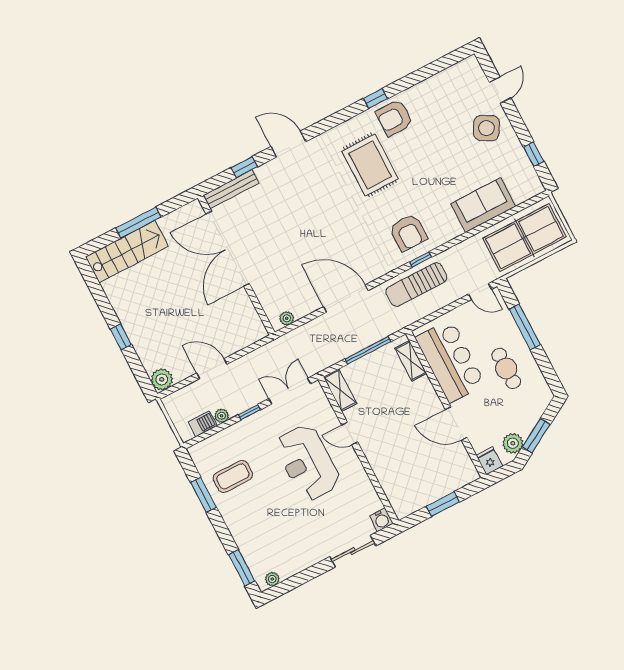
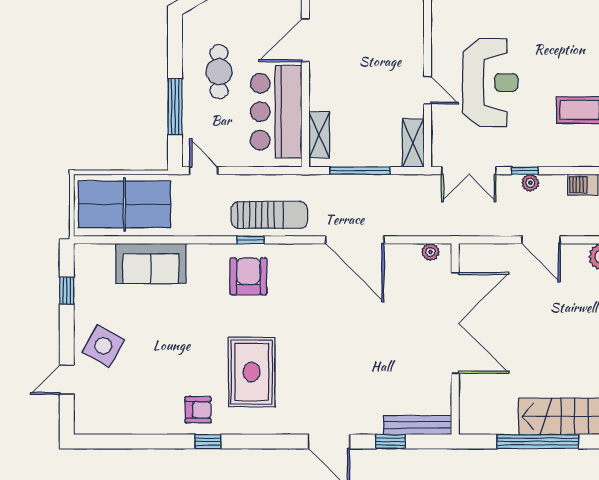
armchair: (394, 118) -> (198, 410), width x0.72, depth x0.72
window: (138, 223) -> (538, 442), width x1.46
double door: (228, 249) -> (455, 323), moved
plant: (222, 416) -> (530, 183), moved
door: (456, 424) -> (305, 40), swing flipped

